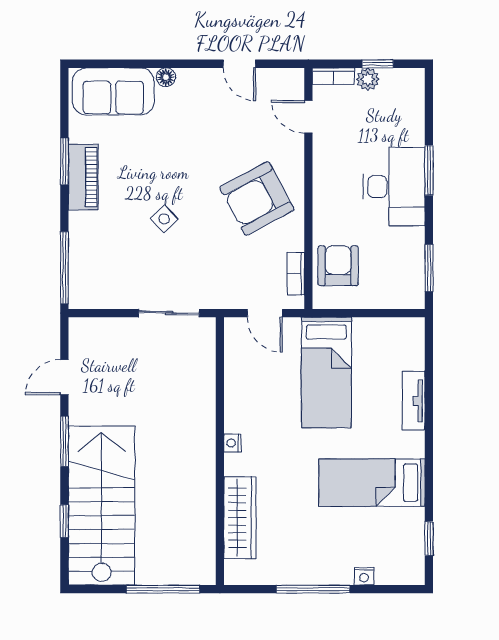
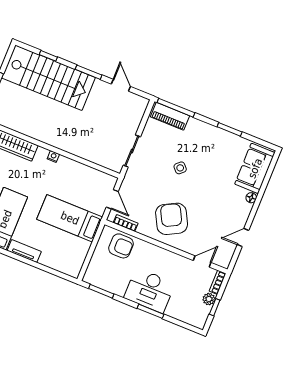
piano: (83, 177) -> (170, 116), moved
door: (265, 313) -> (112, 199), swing flipped
tv unit: (414, 401) -> (24, 251), moved

